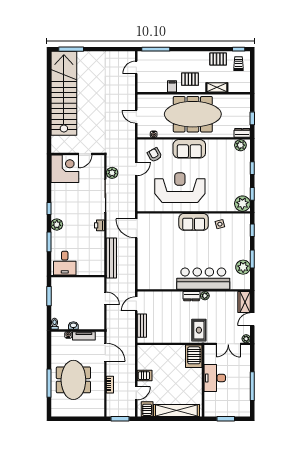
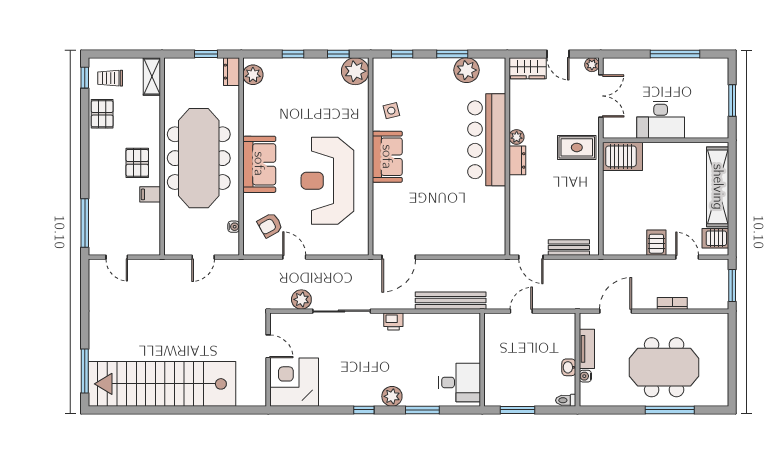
shelving: (217, 87) -> (152, 76), moved

